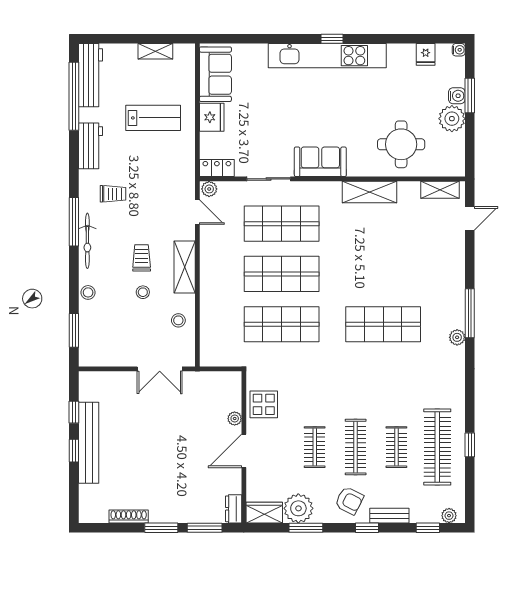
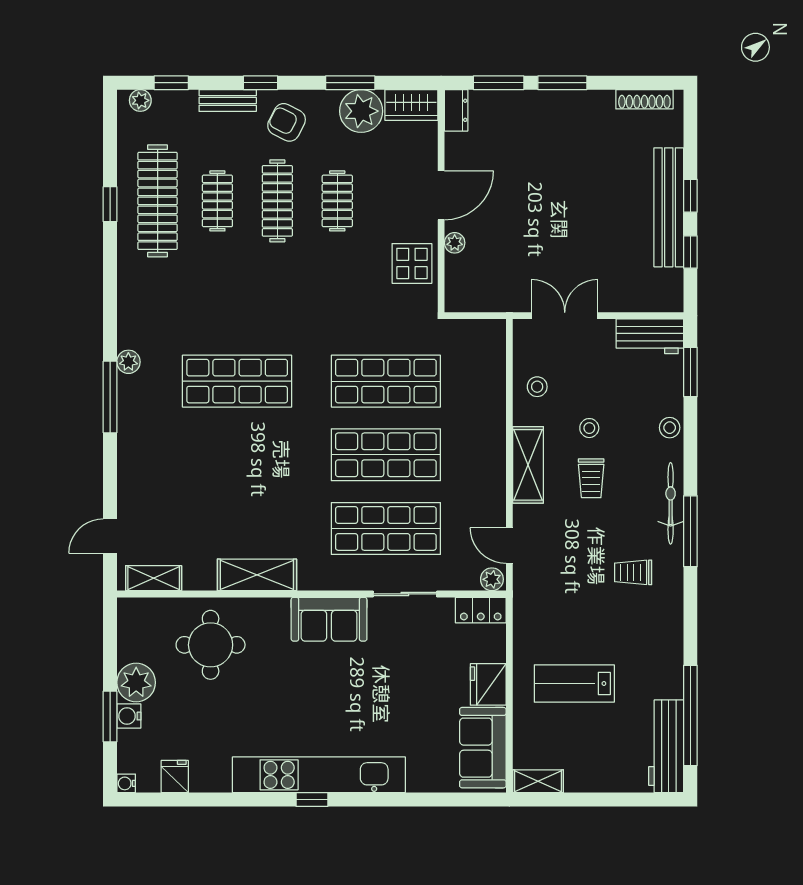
shelving: (155, 51) -> (538, 781), moved
workbench: (90, 146) -> (650, 336), moved, turned -90
shoe rack: (129, 516) -> (644, 99), moved

